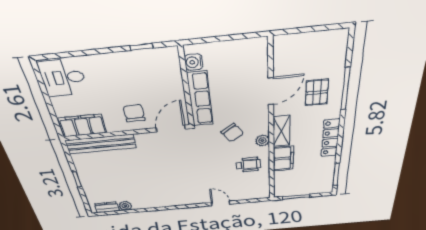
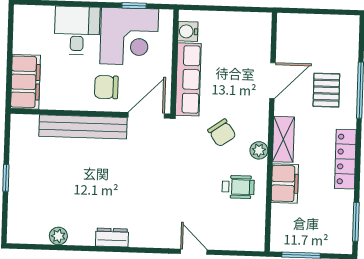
corner desk: (143, 73) -> (129, 36), added
desk: (63, 78) -> (77, 30), moved, turned 90
chair: (134, 113) -> (106, 87), turned -90
filing cabinet: (82, 126) -> (26, 82), moved, turned 90
bench: (101, 144) -> (83, 127), moved
dresser: (107, 207) -> (112, 238), moved

